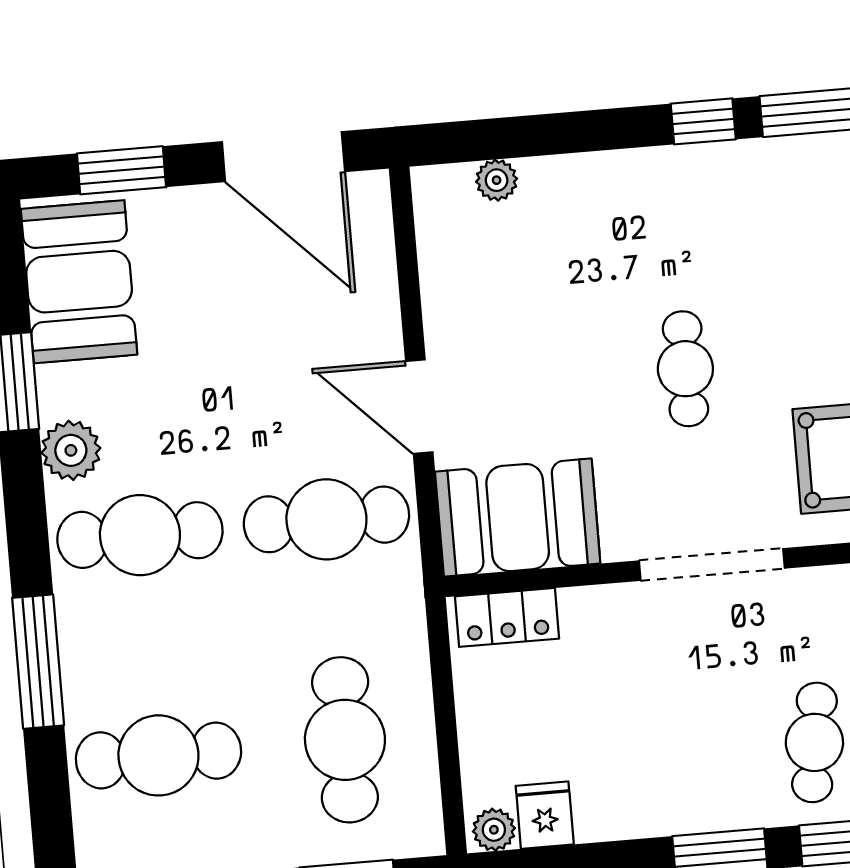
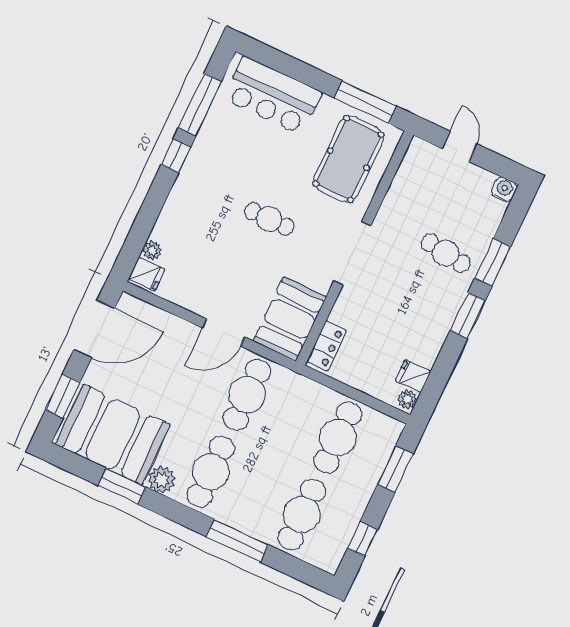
fridge: (446, 196) -> (147, 274), added
booth: (79, 282) -> (113, 434), width x1.36, depth x1.42
cafe table: (345, 740) -> (338, 438), turned 90

